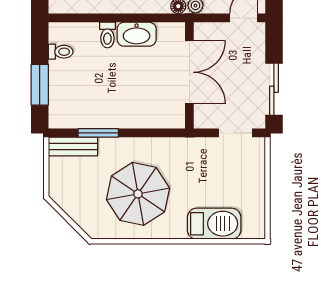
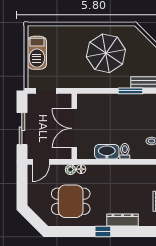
sliding door: (274, 89) -> (22, 129), moved
barbecue: (214, 224) -> (37, 53), moved, turned -90

